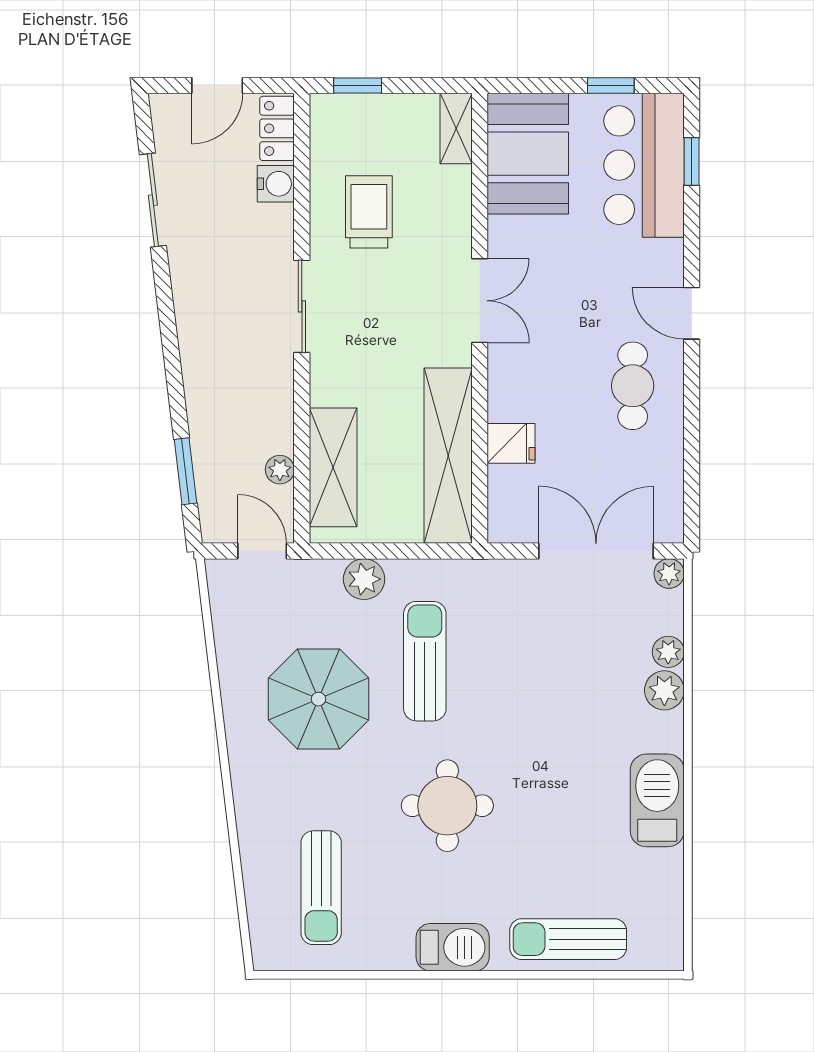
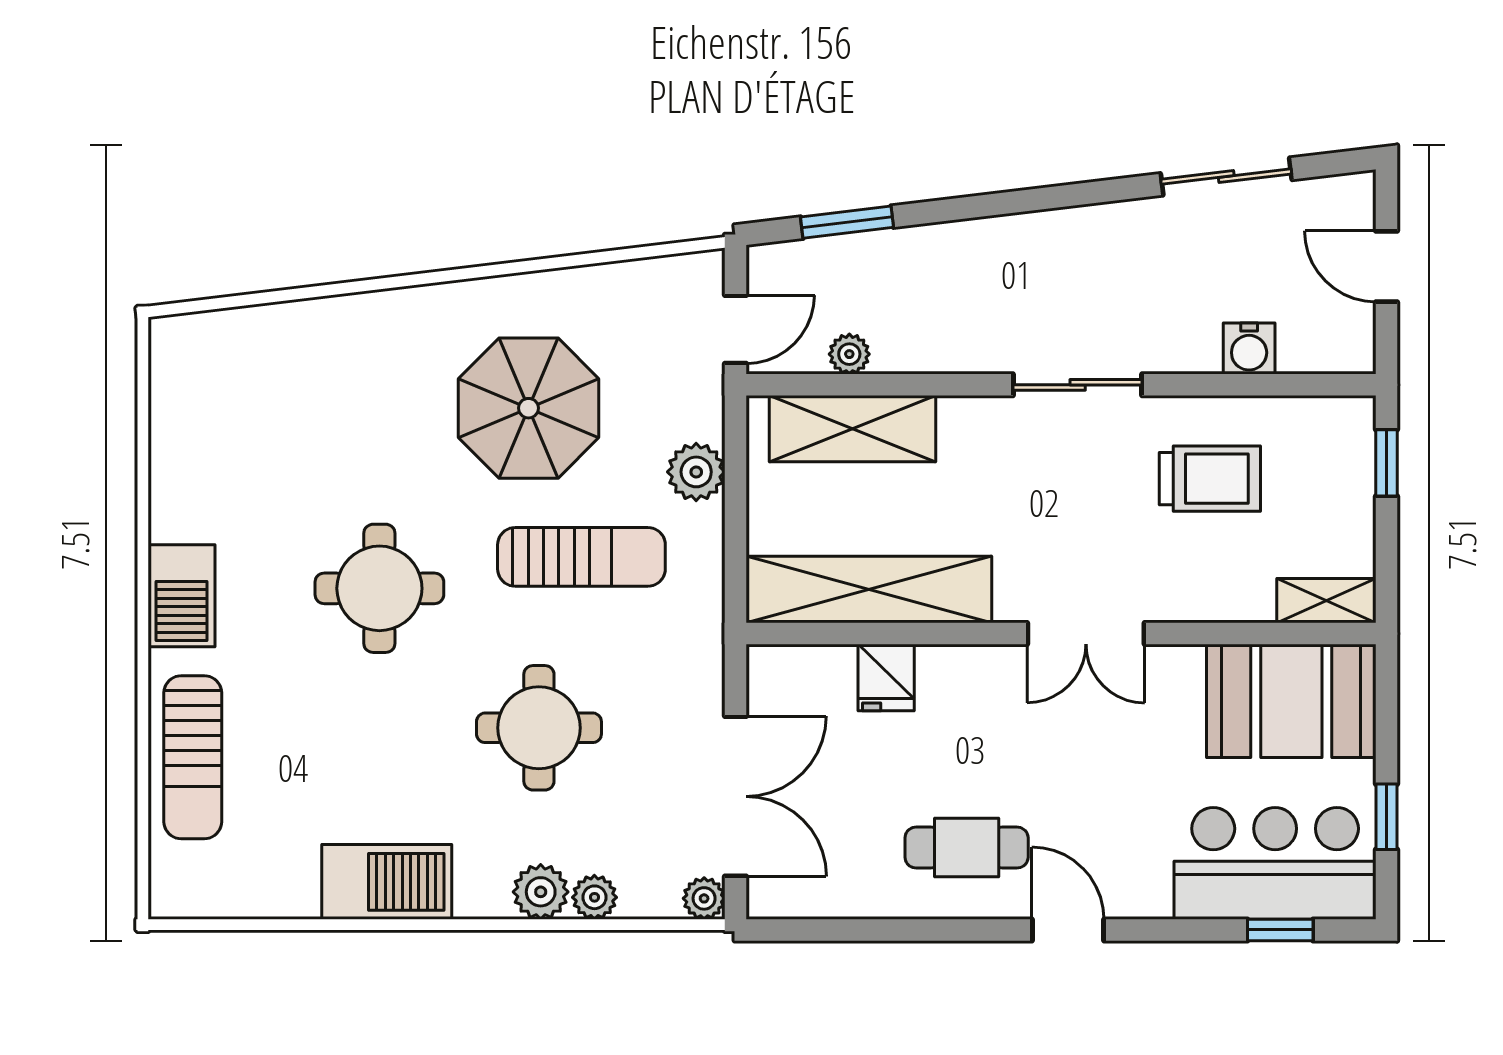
locker: (277, 128) -> (1327, 350), removed
door: (692, 313) -> (1068, 930), hinge flipped
round table: (547, 692) -> (539, 728), added
sun lounger: (321, 888) -> (265, 412), removed
sun lounger: (568, 939) -> (193, 757), turned 180

